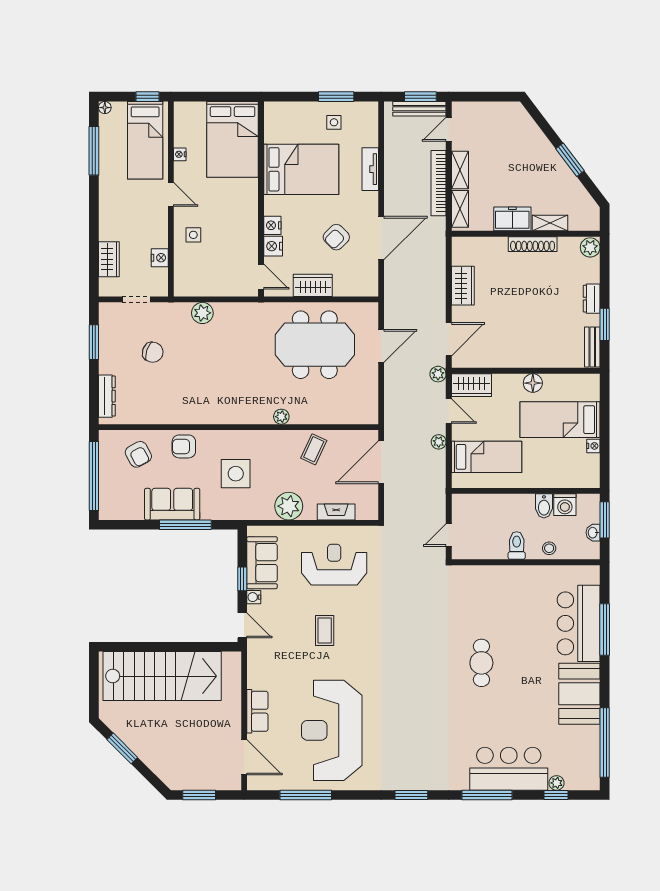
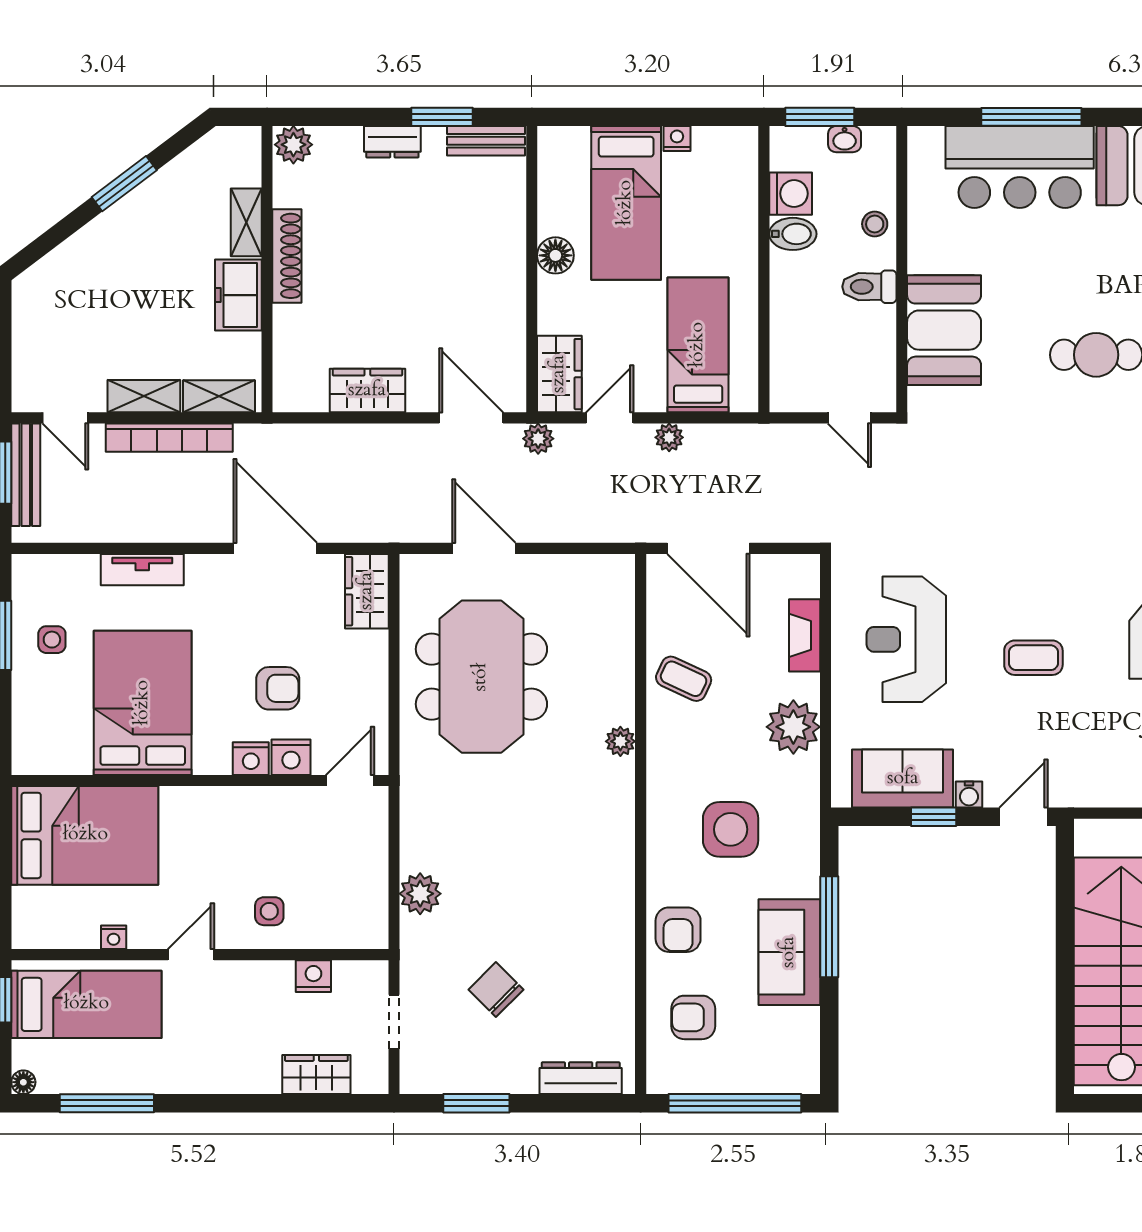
armchair: (336, 237) -> (278, 688), moved, turned -45
wardrobe: (313, 285) -> (367, 591), moved
chair: (153, 352) -> (496, 990), turned -64
armchair: (138, 454) -> (693, 1017), turned -151
booth: (494, 584) -> (944, 330), added

